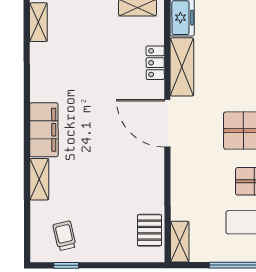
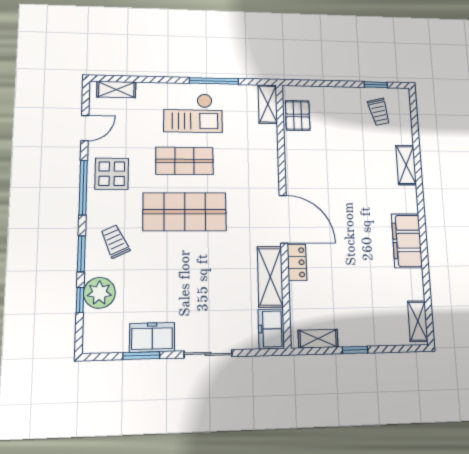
locker: (155, 63) -> (297, 262), moved
filing cabinet: (44, 130) -> (407, 241), moved

